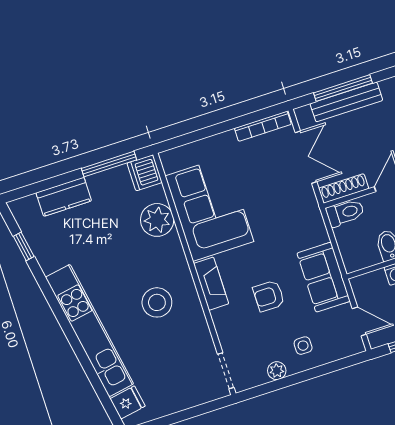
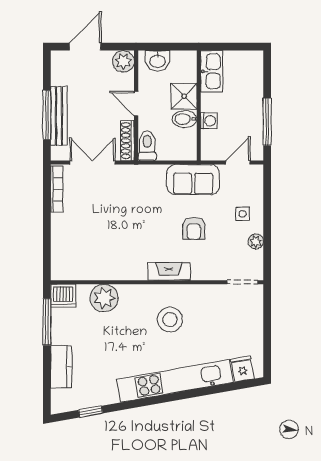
corner sofa: (209, 209) -> (109, 253), removed

